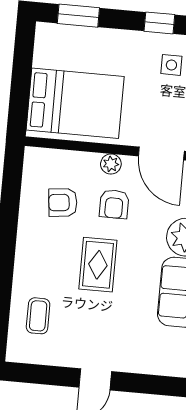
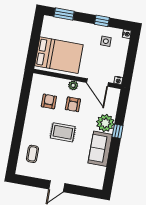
armchair: (63, 202) -> (49, 101), turned 96
rug: (98, 265) -> (63, 132), turned 90

